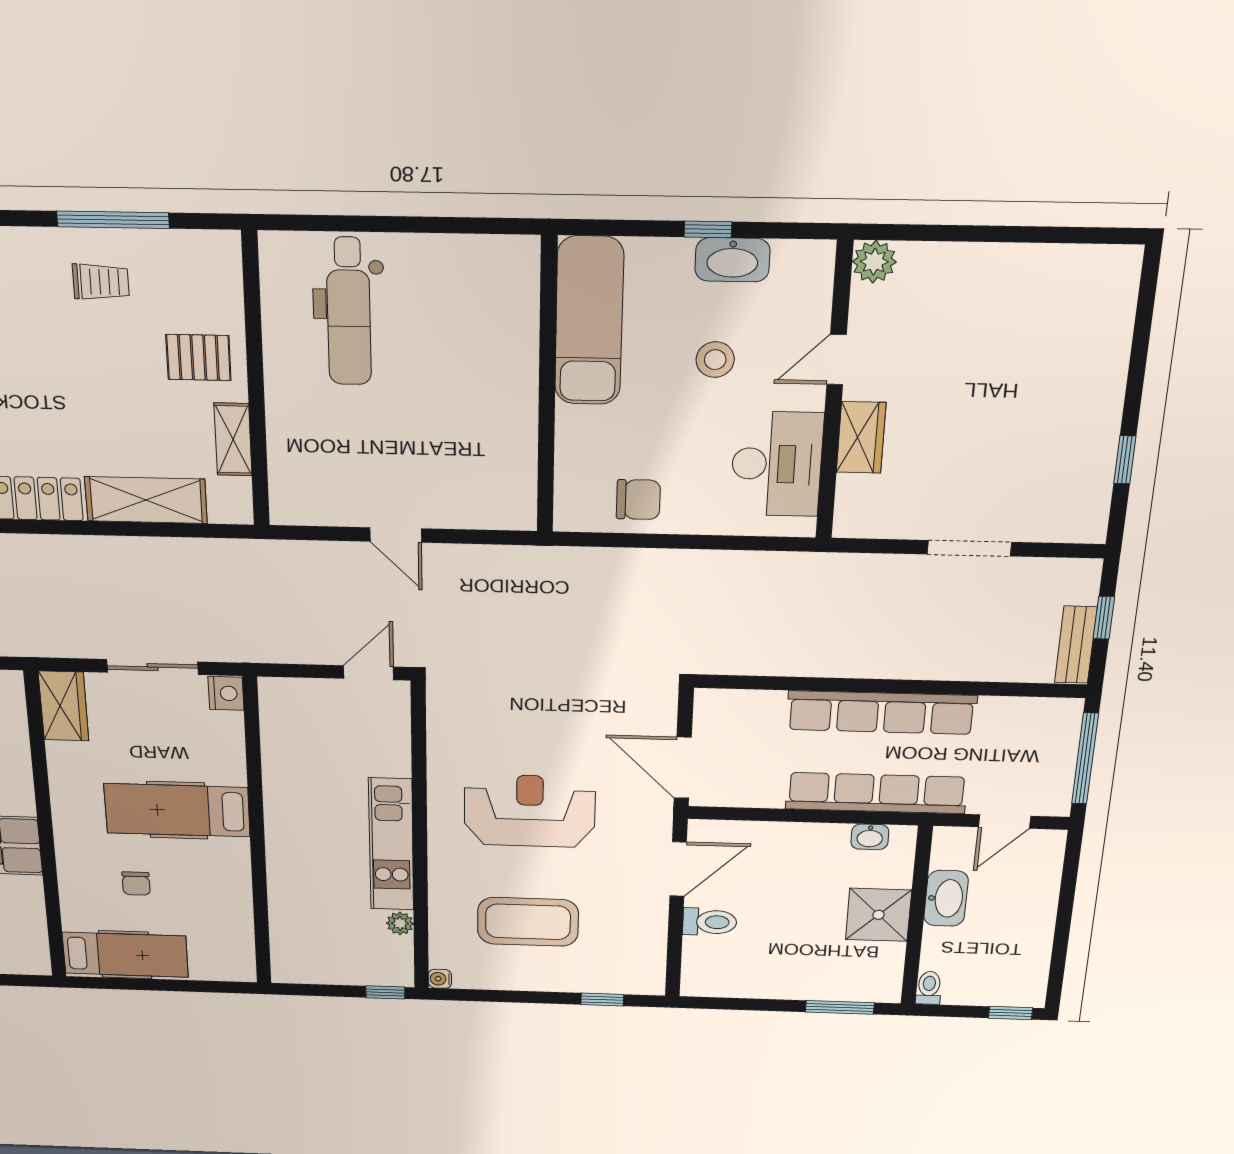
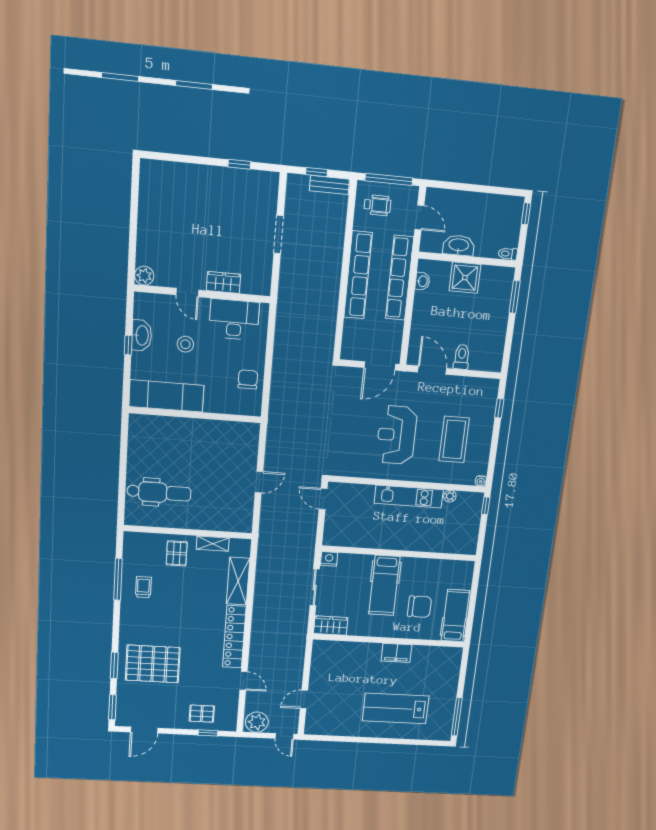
wheelchair: (1031, 741) -> (378, 205), added
chair: (136, 884) -> (419, 607), width x1.87, depth x1.87

